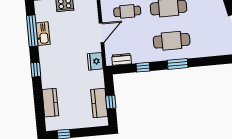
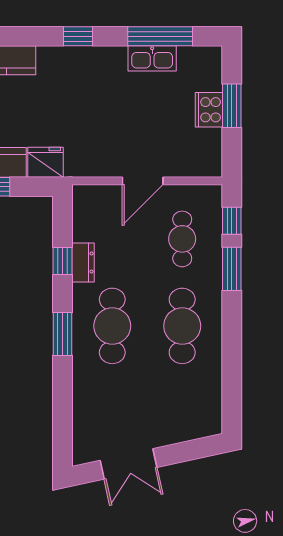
door: (101, 33) -> (143, 181), hinge flipped
dresser: (122, 59) -> (83, 262), moved
fridge: (95, 61) -> (46, 162), moved

